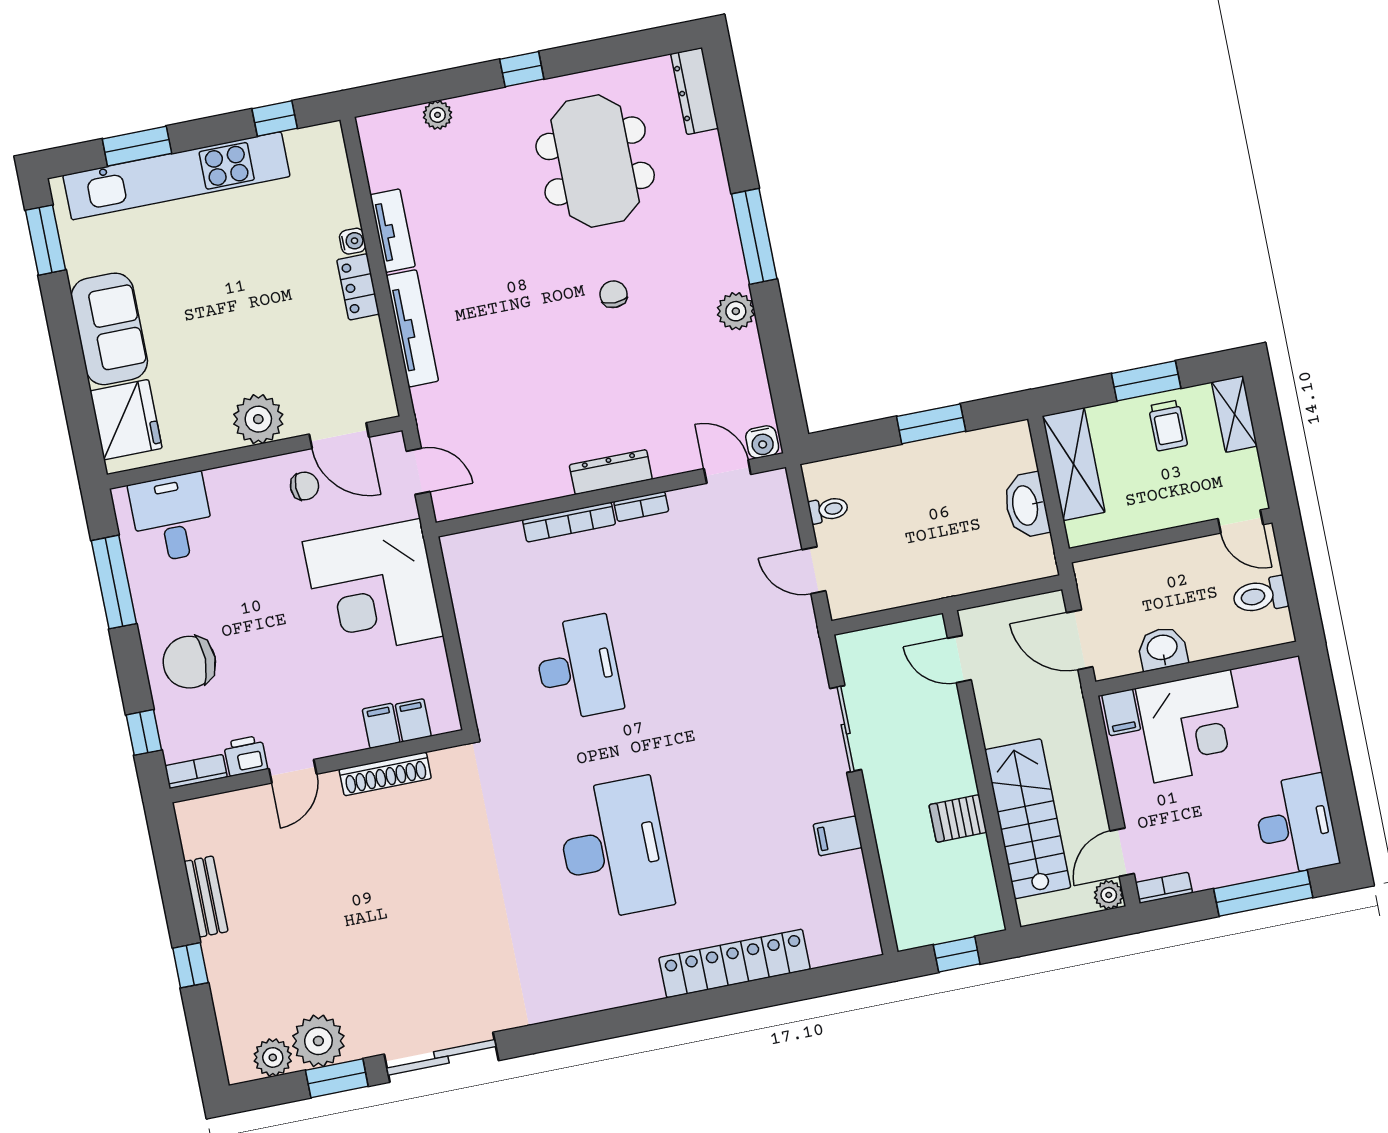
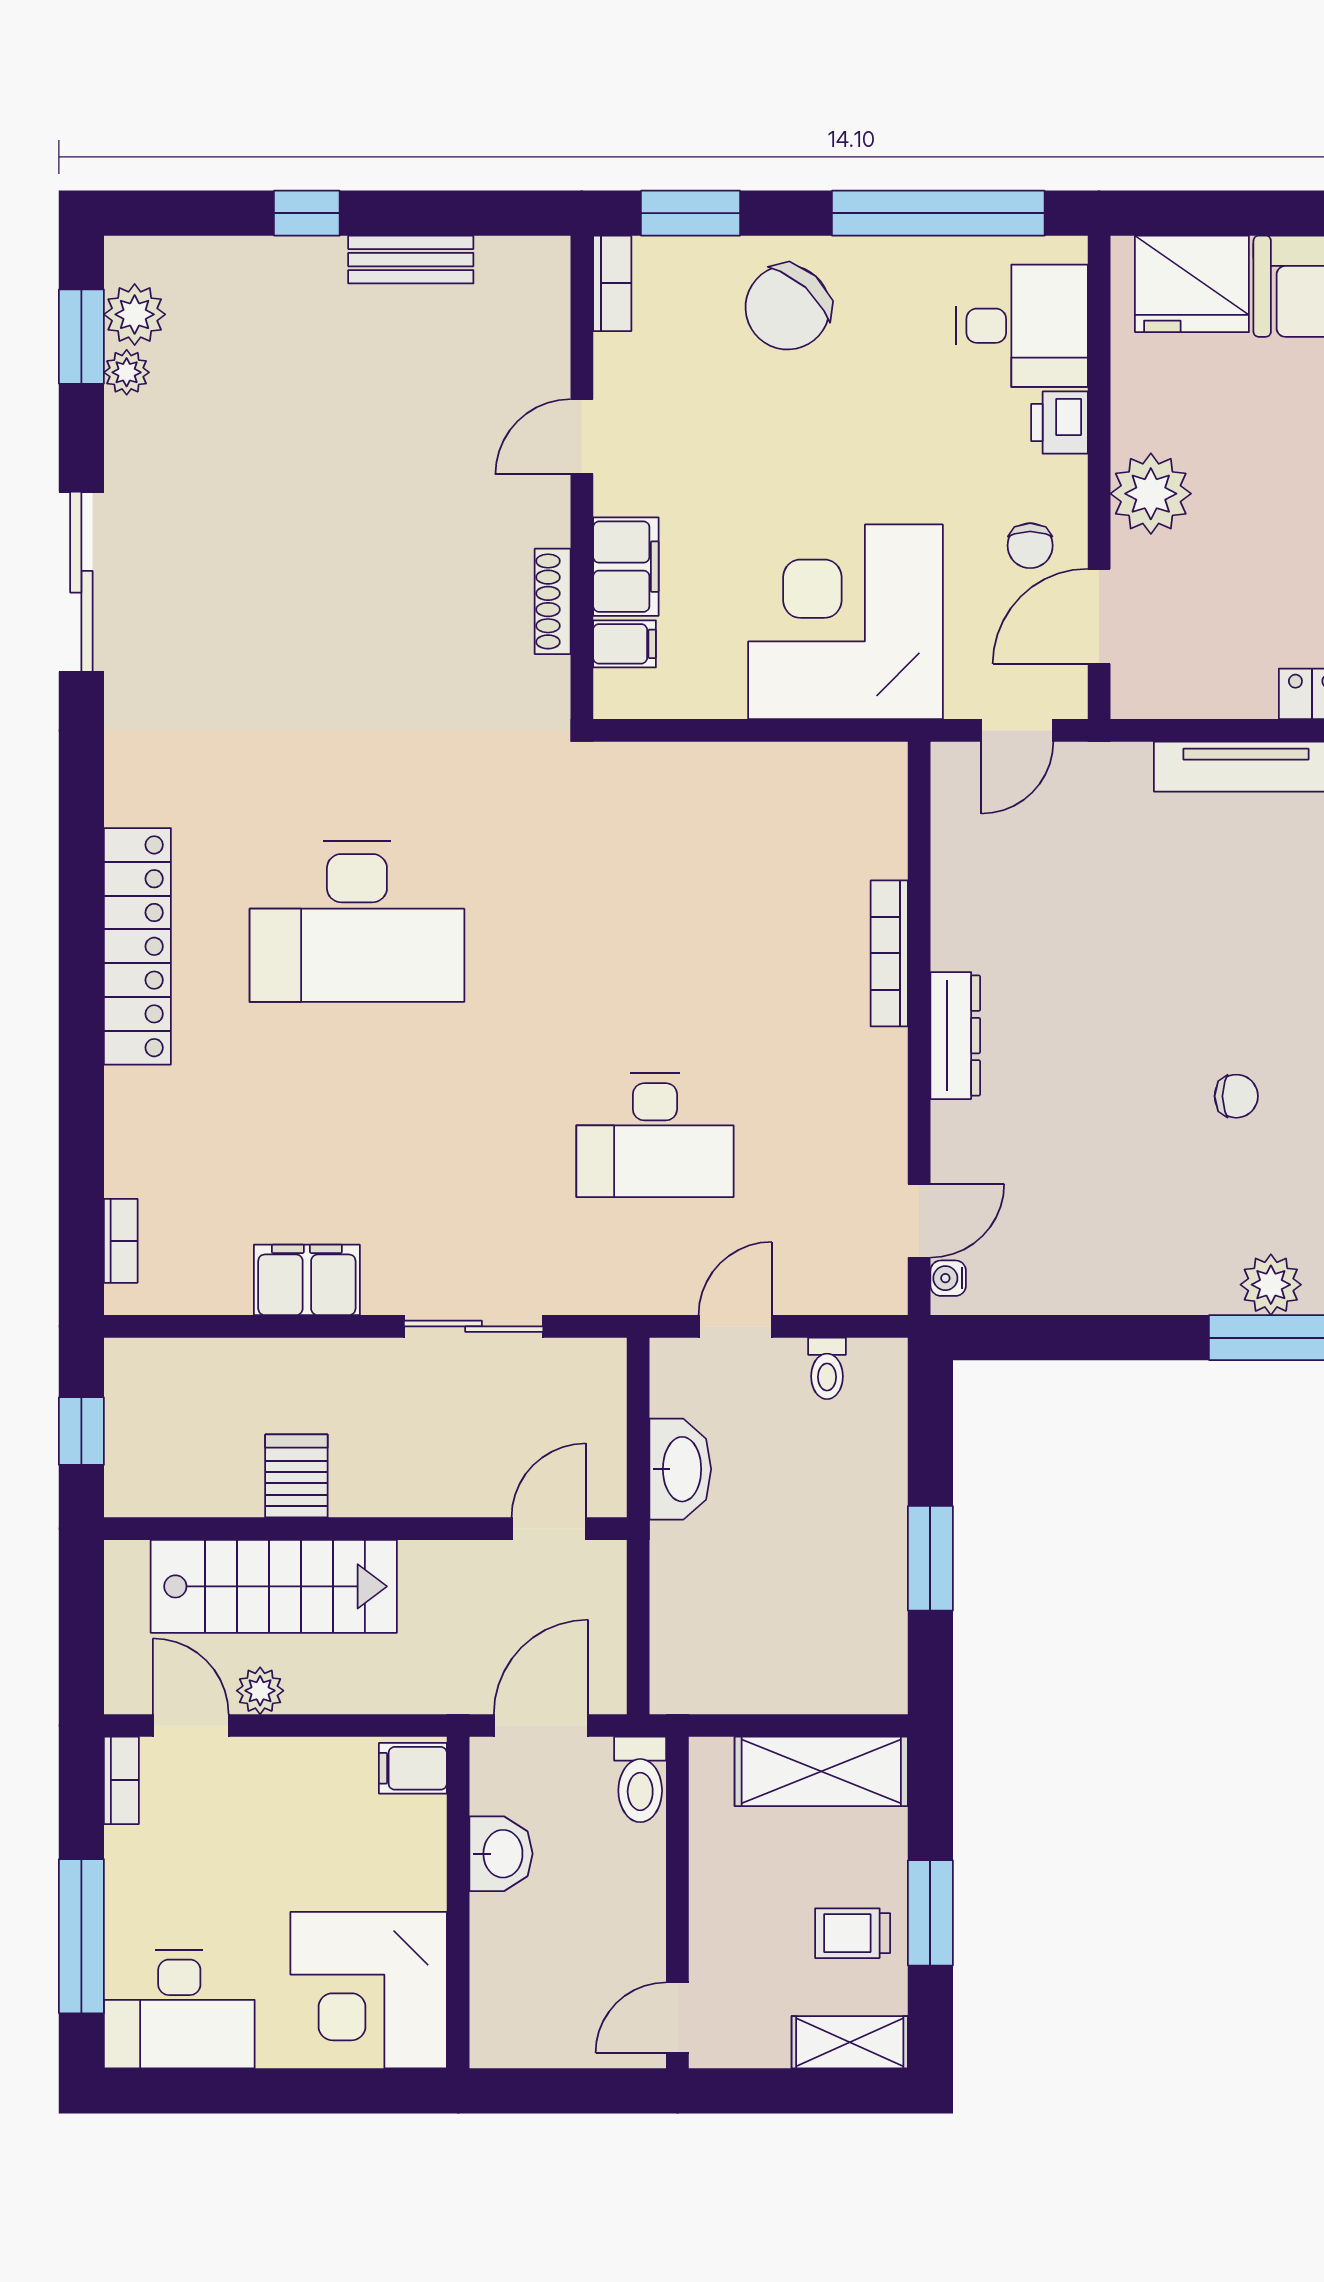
plant: (736, 311) -> (1271, 1285), moved
water cooler: (762, 442) -> (948, 1278), width x0.72, depth x0.72
washbasin: (1026, 505) -> (680, 1469), moved, turned 90
bookcase: (641, 506) -> (121, 1241), moved, turned 180
window: (114, 582) -> (938, 213), width x1.46
toilet: (1260, 596) -> (640, 1779), moved, turned 180
chair: (189, 662) -> (788, 307), turned -138
desk: (578, 668) -> (655, 1135), moved
filing cabinet: (381, 726) -> (626, 567), width x2.00
corner desk: (1192, 726) -> (369, 1990), moved
window: (144, 732) -> (691, 213), width x1.50
printer: (245, 756) -> (1060, 423), moved, turned 180
door: (293, 771) -> (582, 437), hinge flipped
shoe rack: (385, 774) -> (553, 601), width x0.74, depth x0.81
filing cabinet: (838, 836) -> (307, 1280), width x2.00
plant: (1109, 895) -> (260, 1691), moved
locker: (735, 963) -> (137, 946), moved
plant: (318, 1041) -> (127, 372), width x0.53, depth x0.53
window: (337, 1078) -> (81, 337), moved

